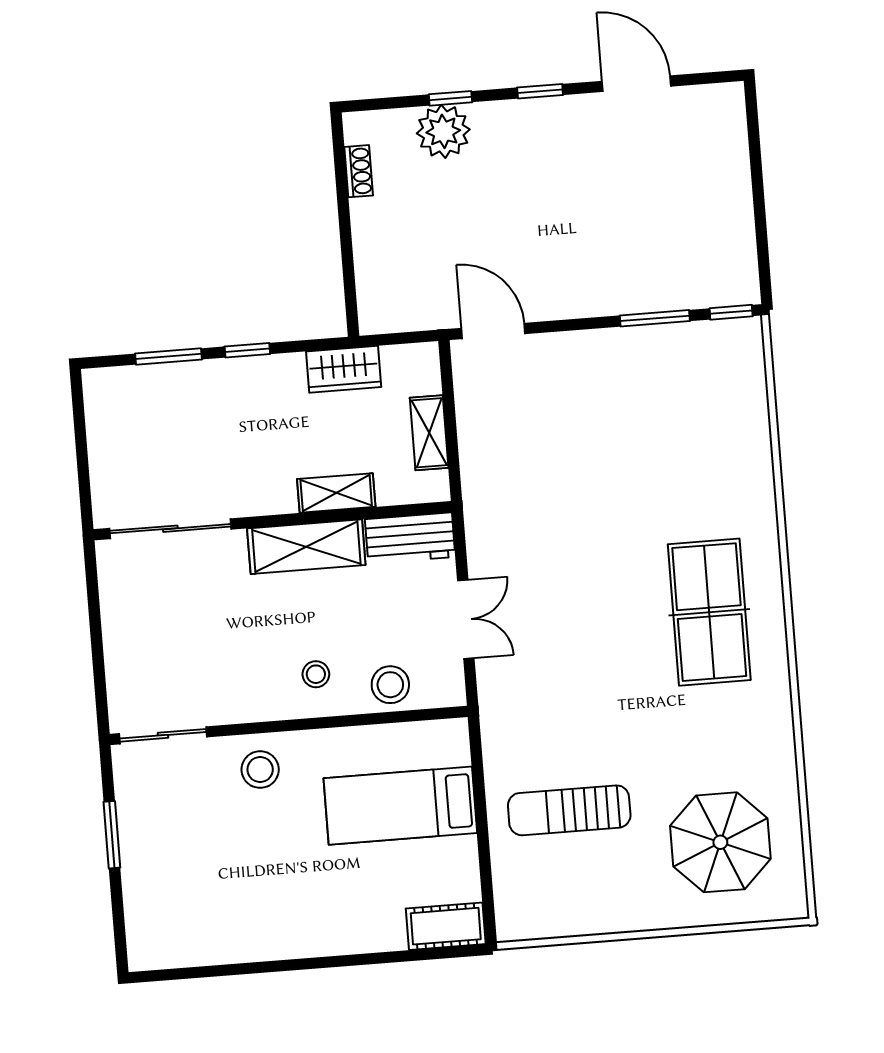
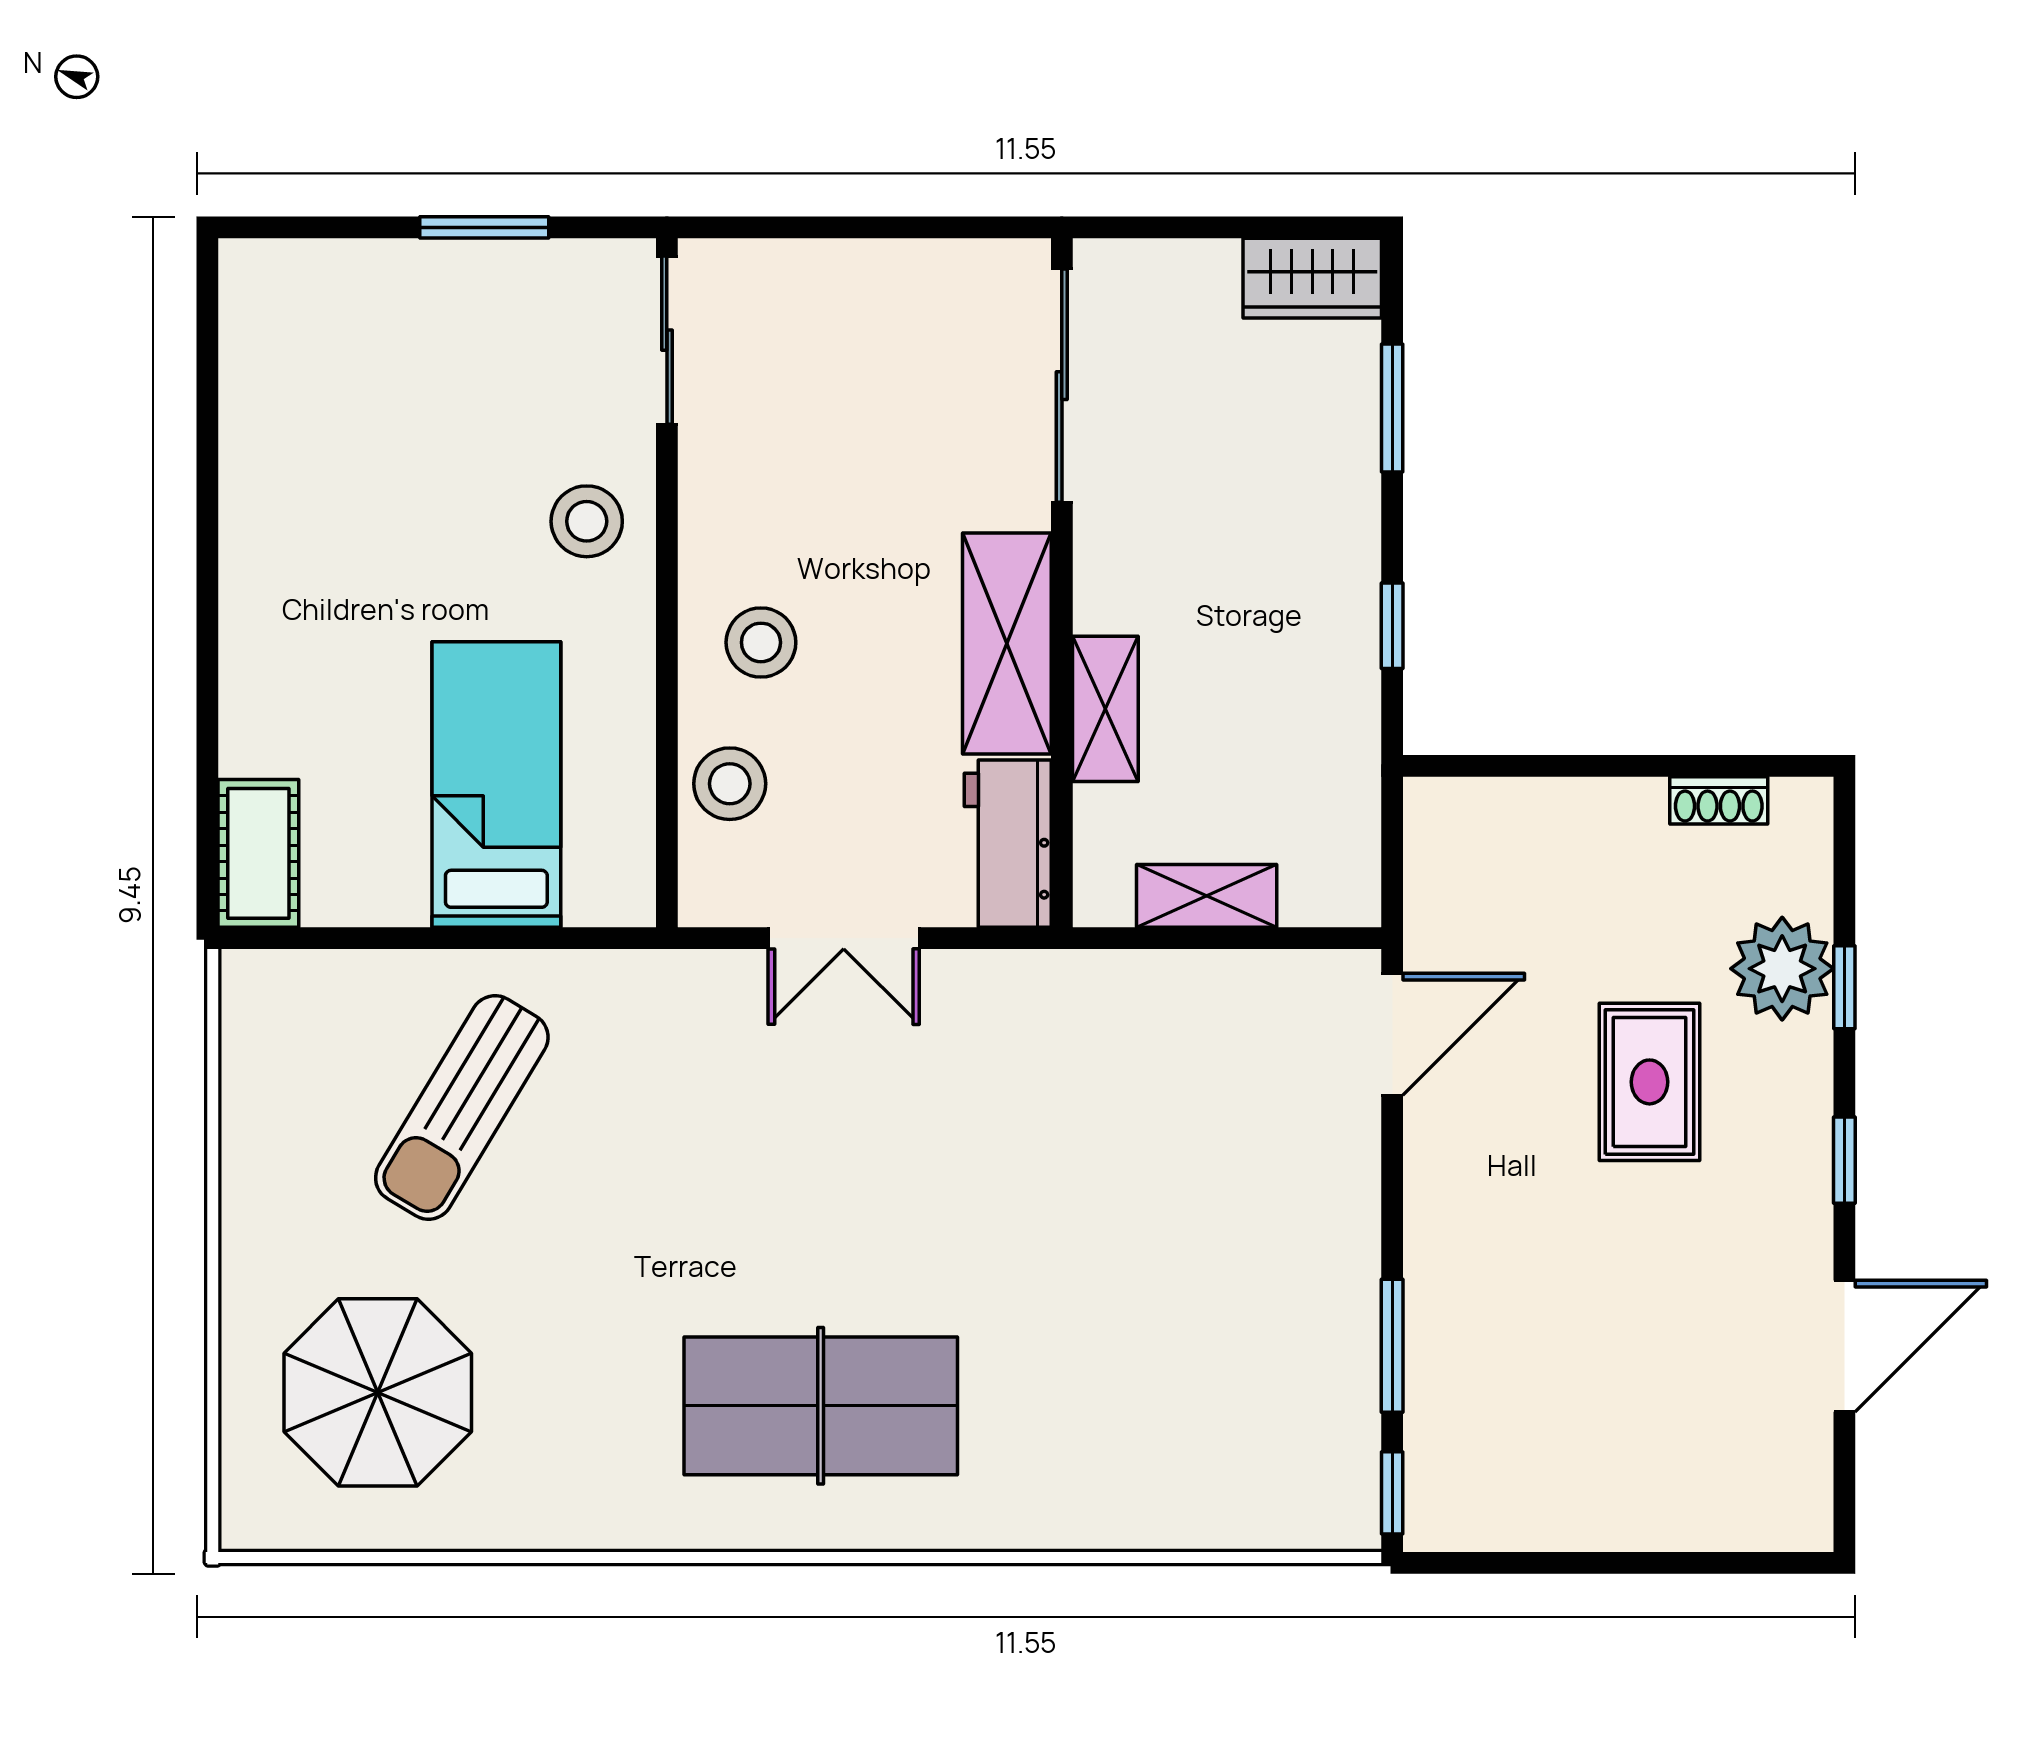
rug: (507, 196) -> (1650, 1082), added
window: (247, 350) -> (1392, 626), moved
wardrobe: (344, 369) -> (1312, 278), moved, turned -90
stool: (316, 674) -> (761, 642), width x1.37, depth x1.37
sun lounger: (569, 810) -> (462, 1108), turned -149

